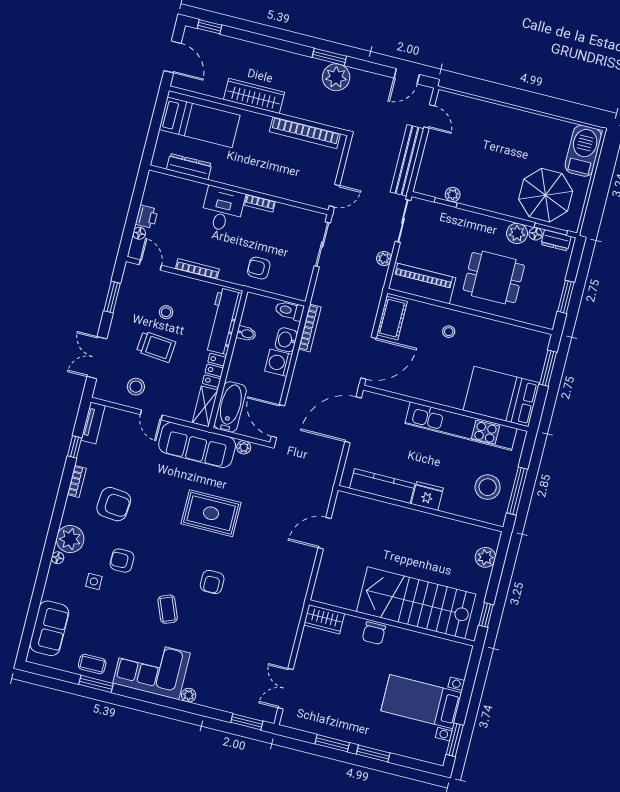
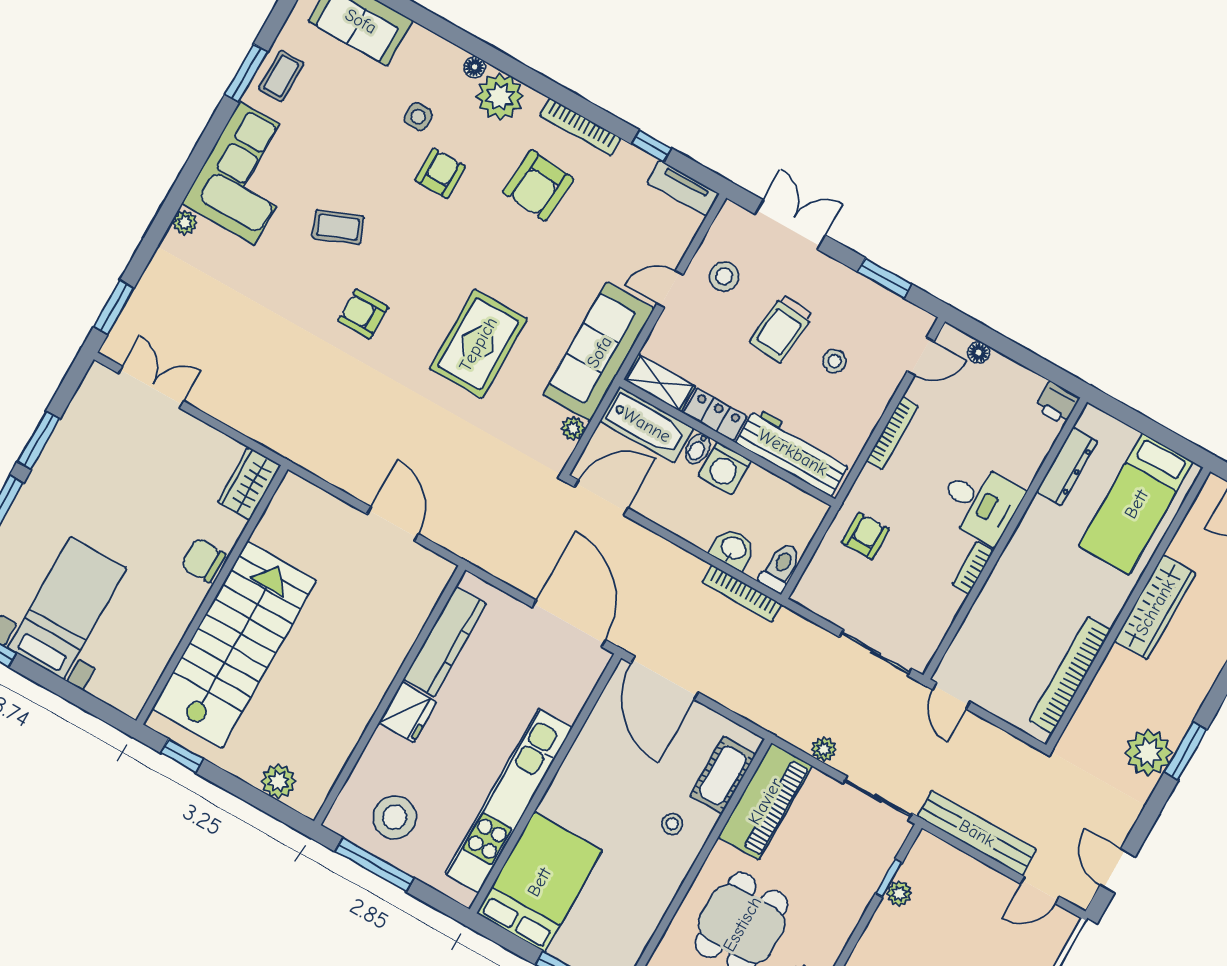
printer: (147, 217) -> (1057, 403), moved
cot: (392, 318) -> (723, 775), moved, turned 90
bidet: (246, 333) -> (698, 449), moved
washing machine: (279, 363) -> (725, 468), moved, turned 180
bookcase: (77, 481) -> (580, 127), width x1.56

